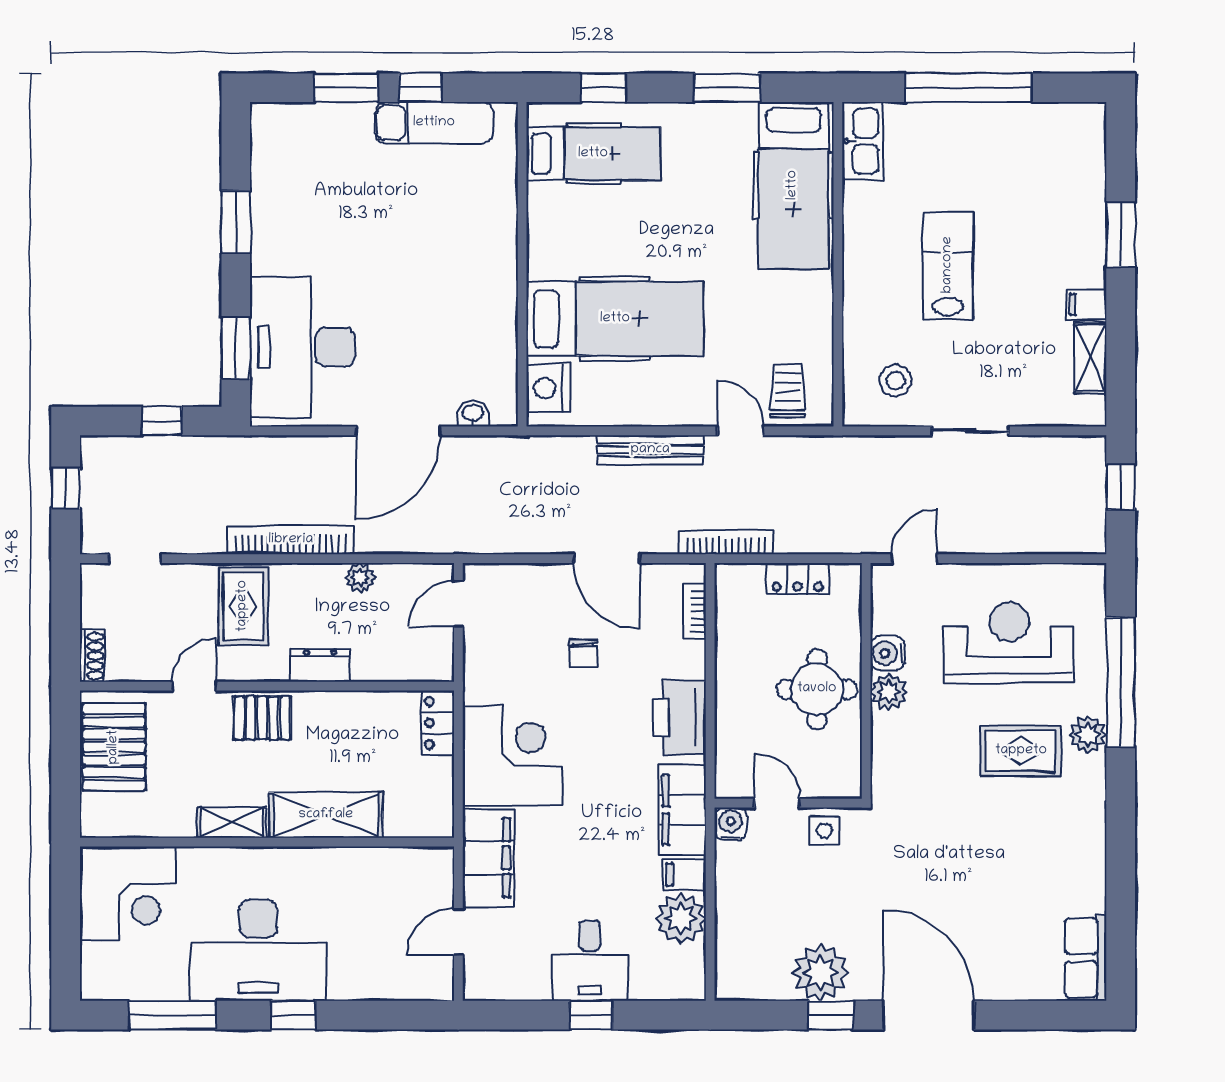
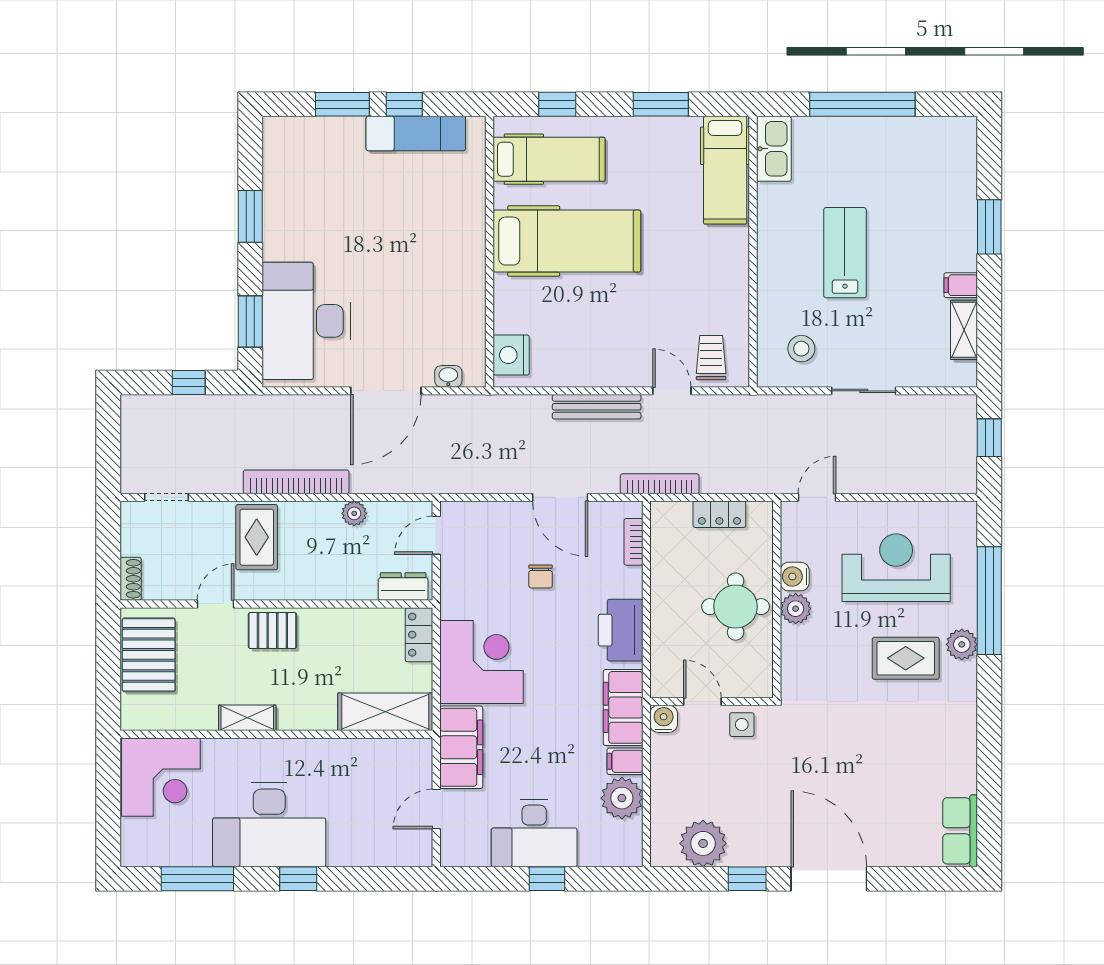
hospital bed: (793, 185) -> (725, 170), width x0.73, depth x0.78
hospital bed: (615, 319) -> (567, 241), moved
window: (66, 488) -> (108, 439), removed
dresser: (320, 665) -> (403, 587), moved
shelving: (326, 815) -> (385, 712), moved
desk: (590, 961) -> (534, 833), width x1.37
plant: (821, 973) -> (703, 843), moved

